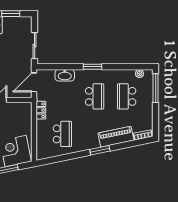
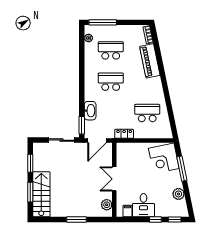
window: (93, 67) -> (82, 125), moved
door: (34, 82) -> (97, 141), hinge flipped
school desk: (127, 96) -> (111, 50), turned 180
window: (100, 150) -> (163, 77), removed

